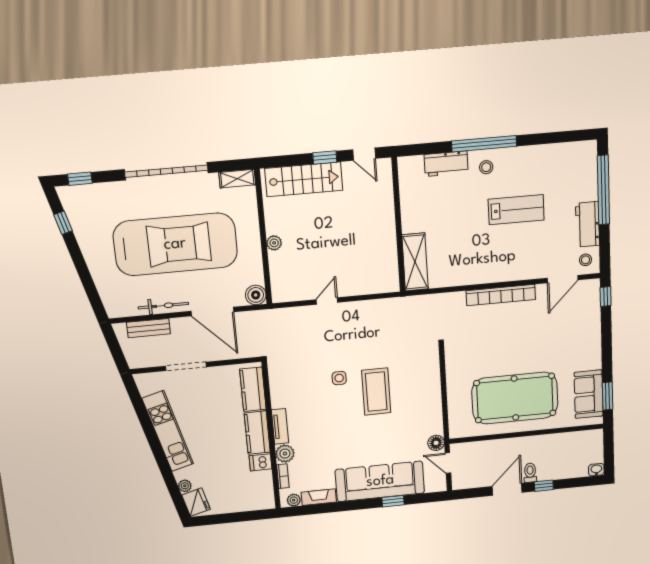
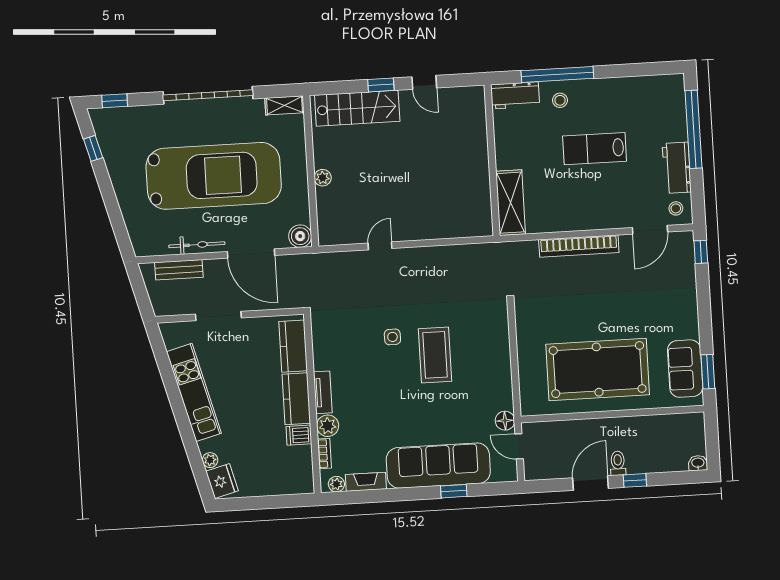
lab bench: (516, 210) -> (595, 149), turned 180
wall: (399, 225) -> (492, 160), moved
shelving: (415, 262) -> (511, 203), moved

